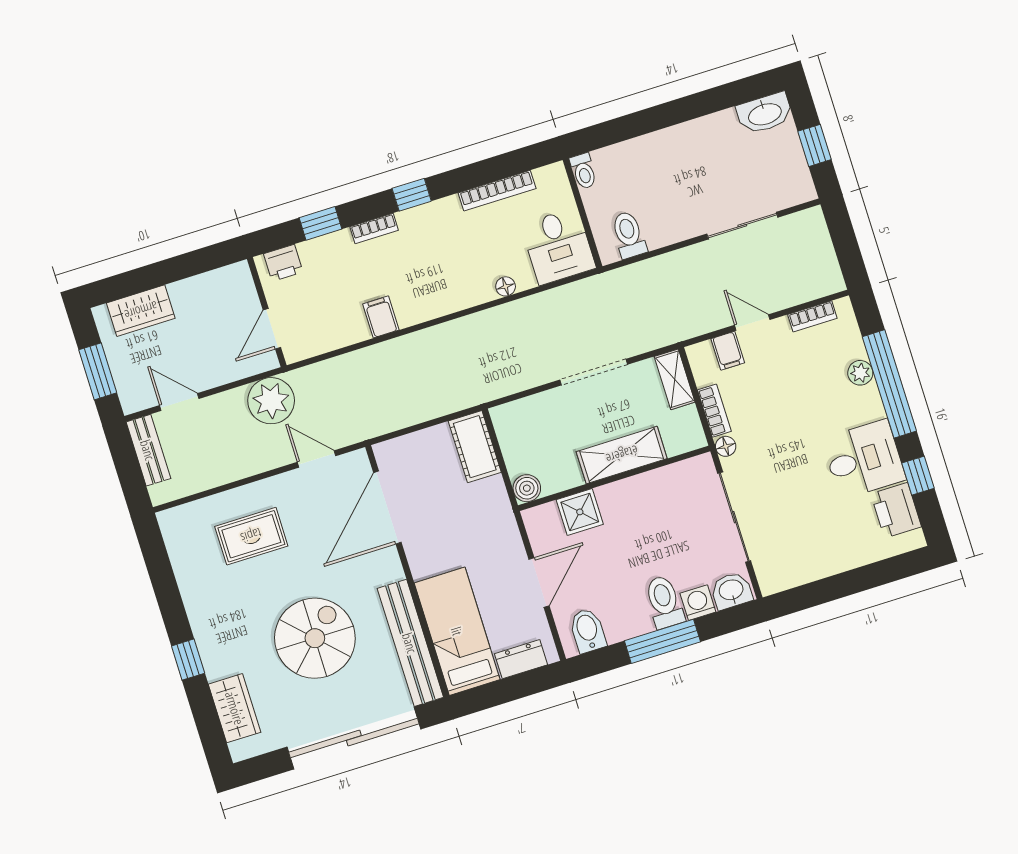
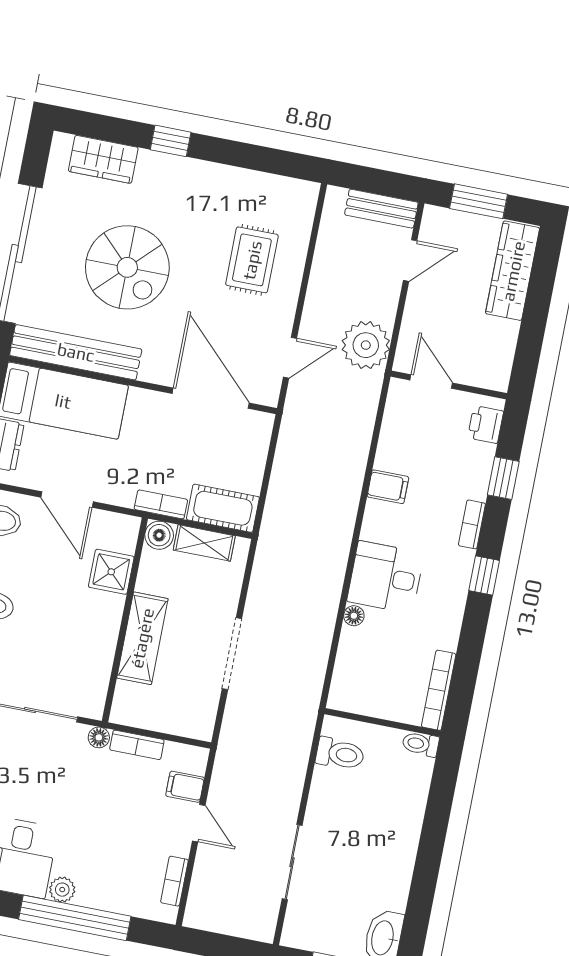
bookcase: (497, 191) -> (439, 690), moved
desk: (558, 246) -> (386, 577), moved
wardrobe: (141, 311) -> (513, 271), width x1.50
door: (752, 322) -> (199, 823), hinge flipped
plant: (860, 373) -> (62, 890), moved
shelving: (675, 379) -> (204, 543), moved
bookcase: (500, 501) -> (161, 504), added

